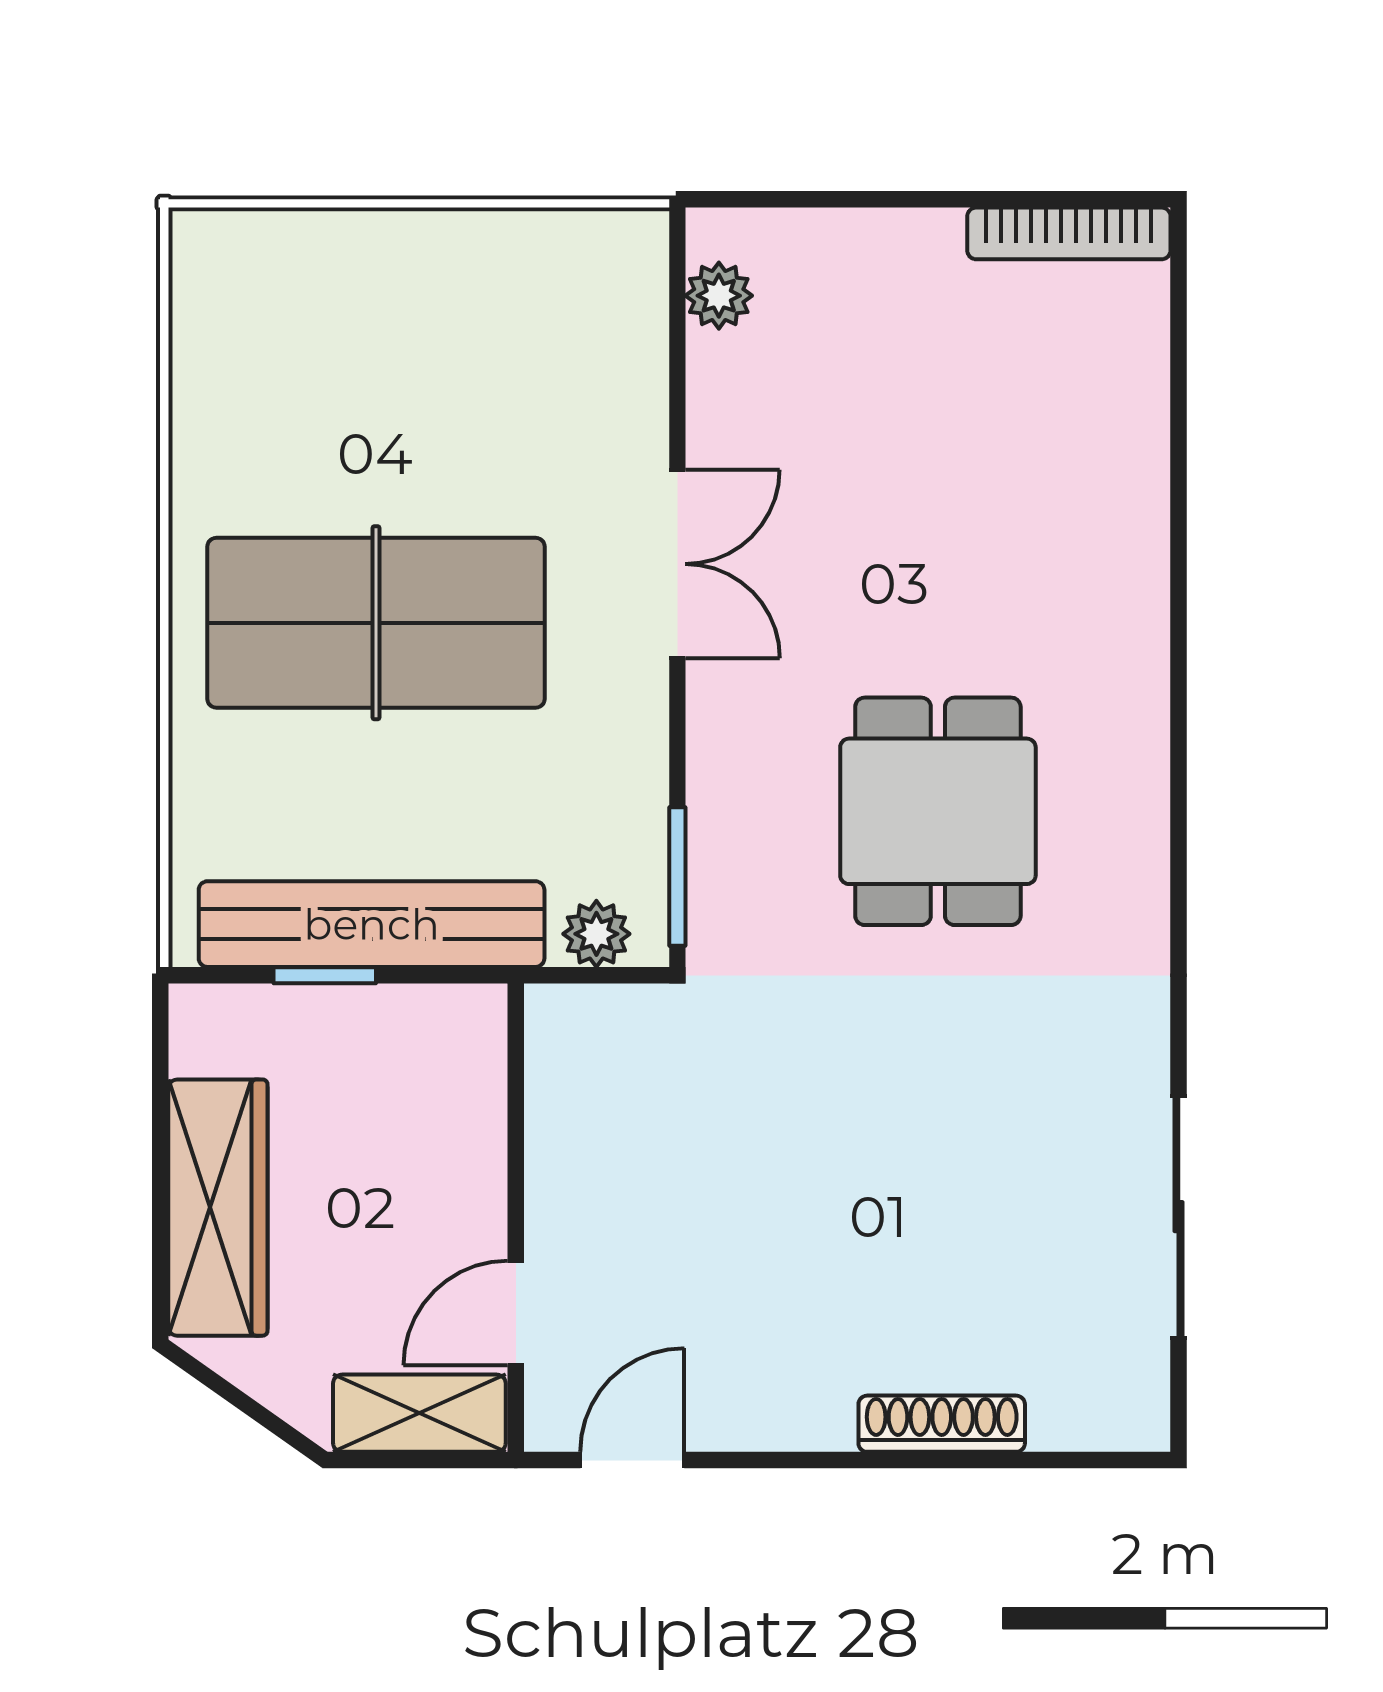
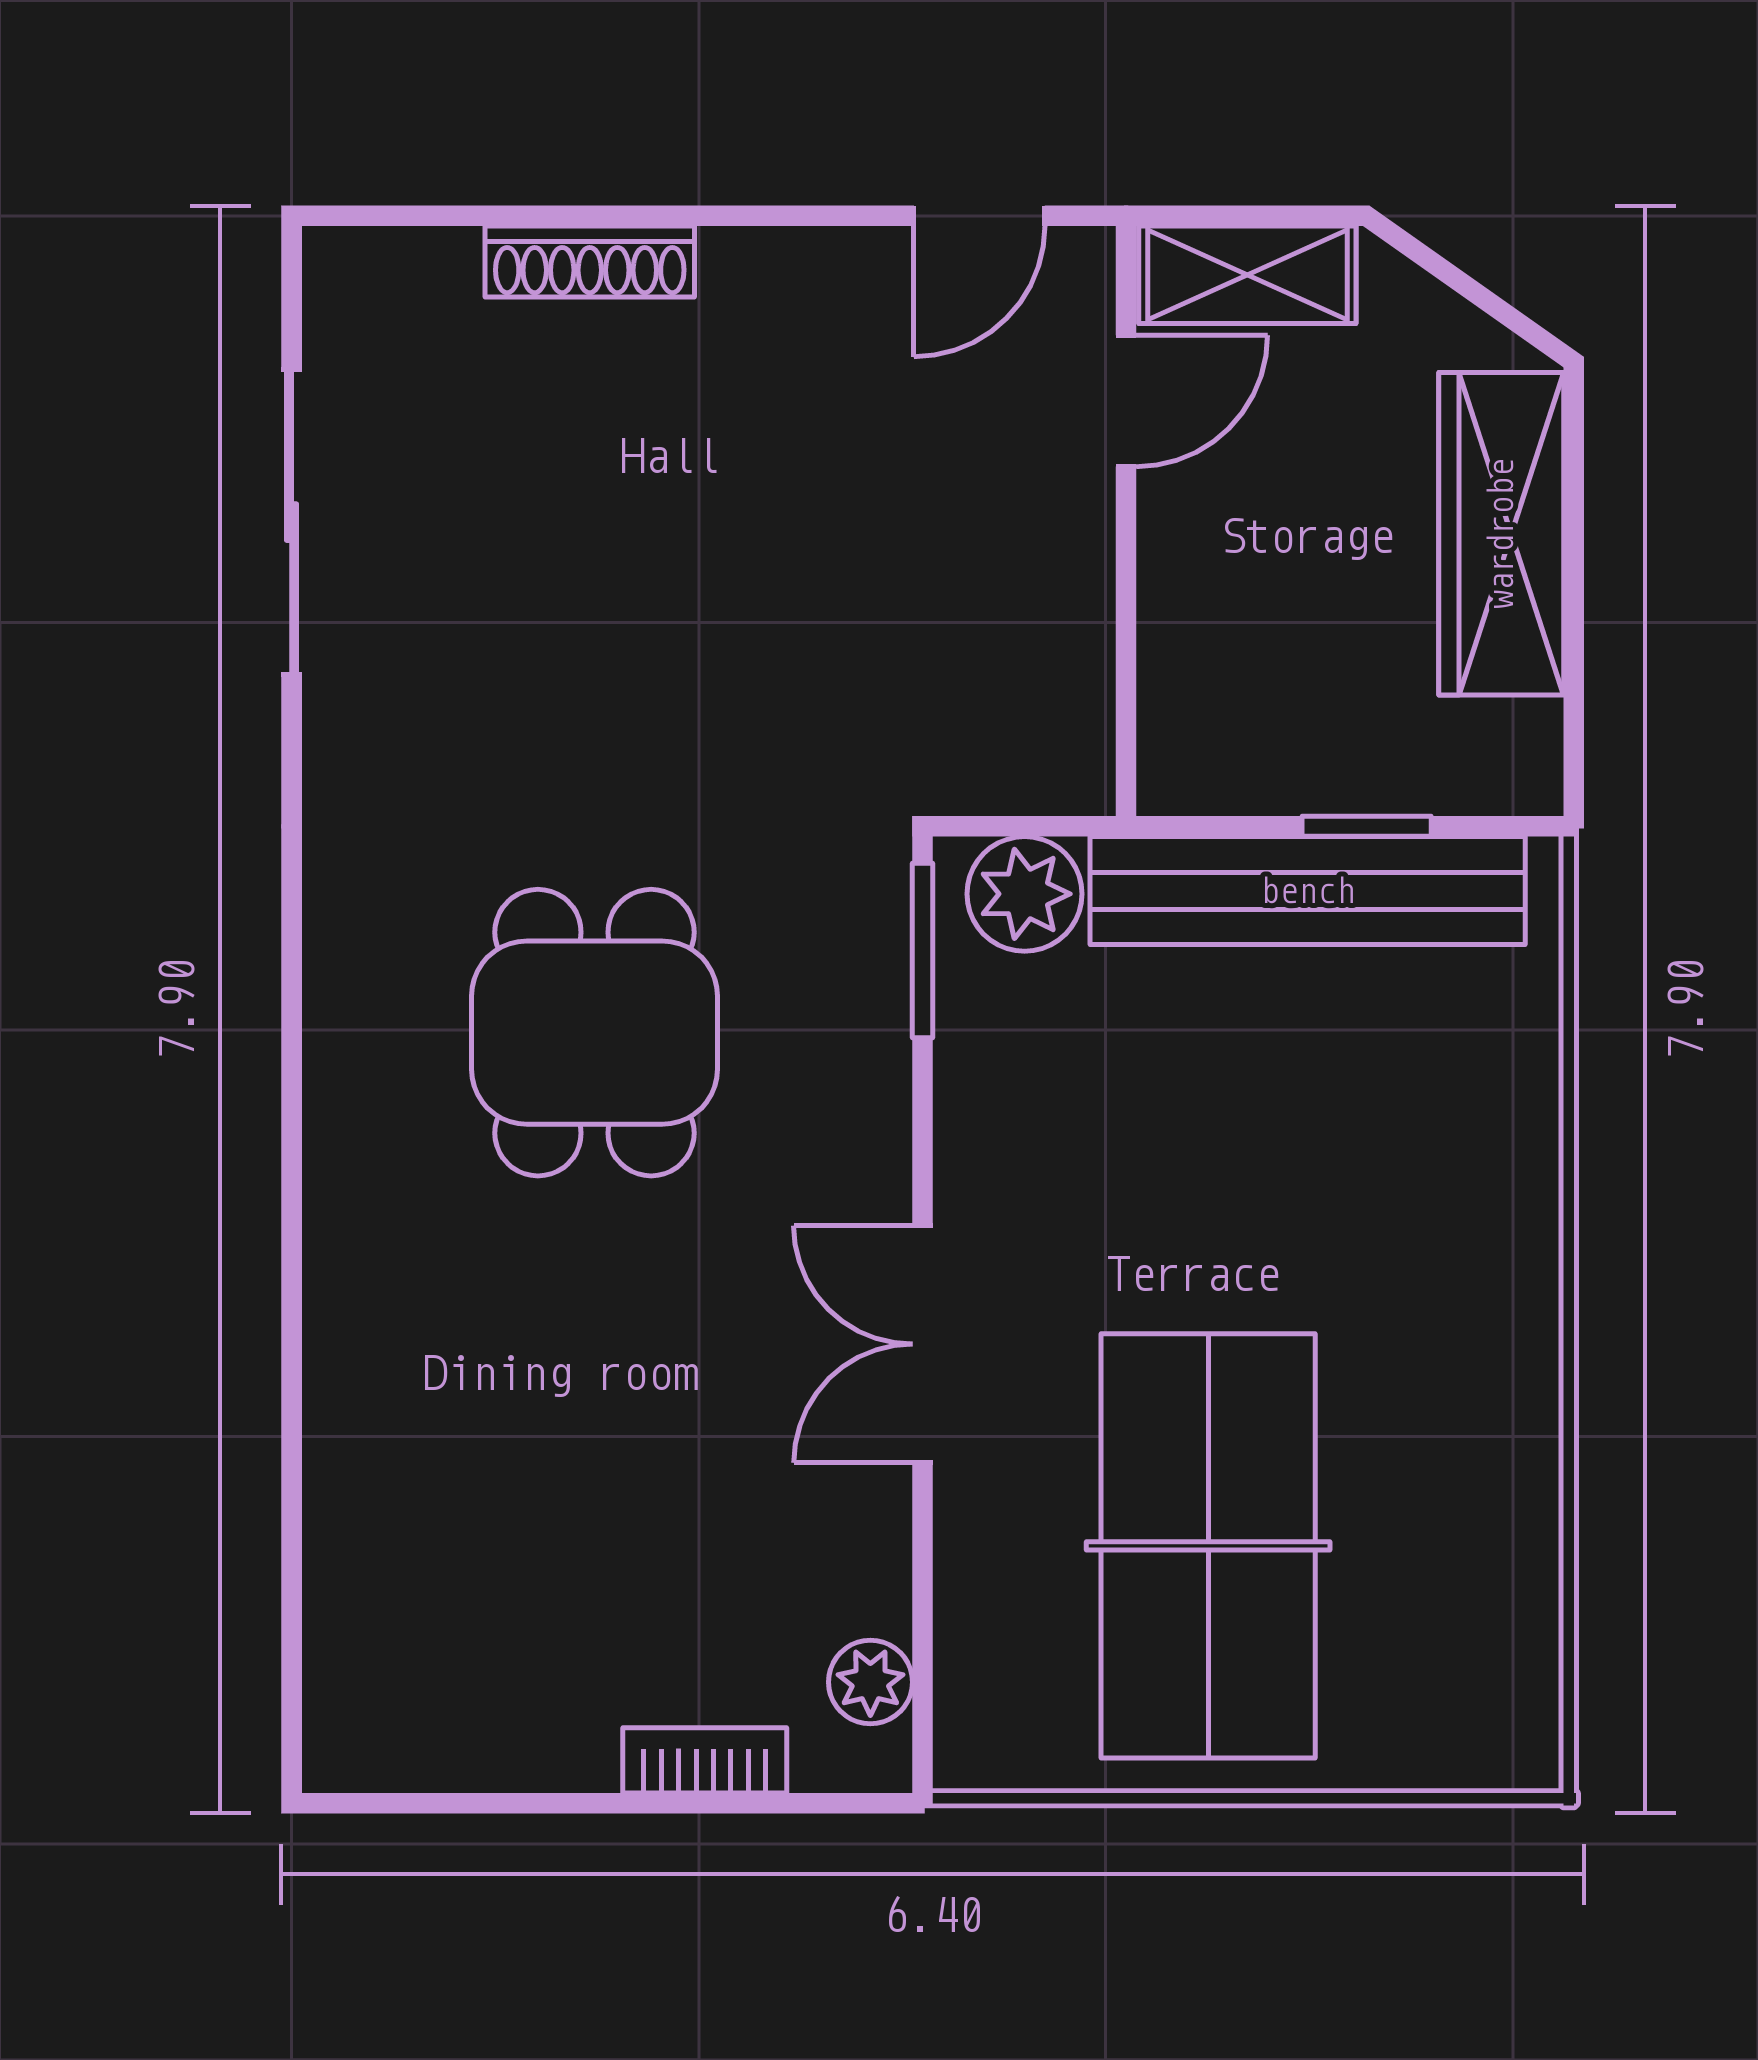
bookcase: (1069, 233) -> (705, 1760), moved, width x0.64
table tennis table: (376, 623) -> (1208, 1546), moved, turned 90
plant: (596, 934) -> (1025, 894), width x1.38, depth x1.38

